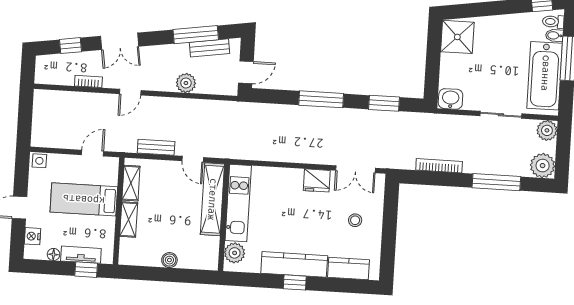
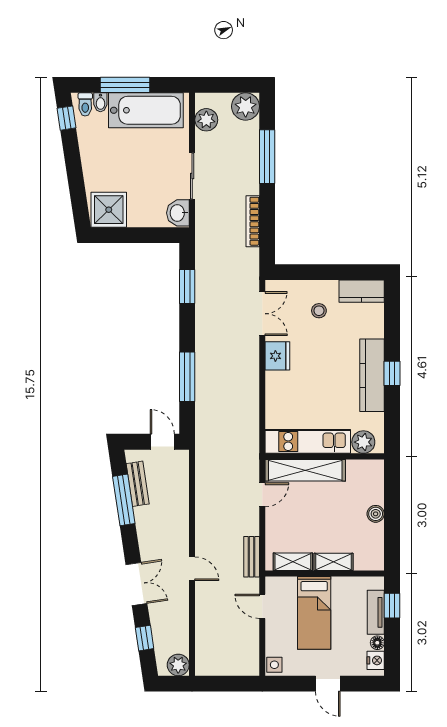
bookcase: (88, 81) -> (183, 616), removed
plant: (186, 83) -> (178, 665), moved
window: (321, 99) -> (187, 377), moved
sliding door: (501, 115) -> (192, 176), moved
plant: (547, 130) -> (206, 120), moved
bench: (156, 147) -> (252, 557), moved
nightstand: (32, 236) -> (376, 660), moved, turned -90
kitchen counter: (348, 269) -> (362, 291), moved, turned -90

